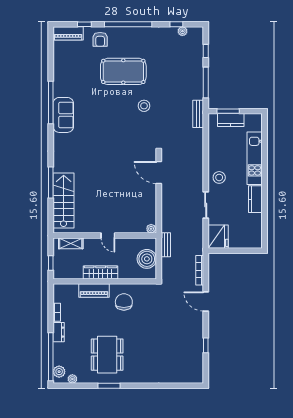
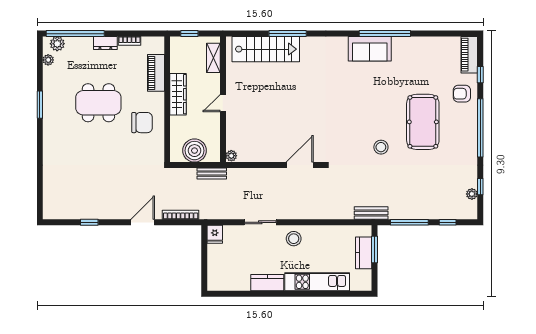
fridge: (218, 237) -> (215, 234), width x0.53, depth x0.75
piano: (94, 290) -> (156, 73), moved
dining table: (107, 355) -> (98, 103), moved

